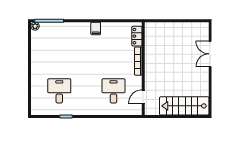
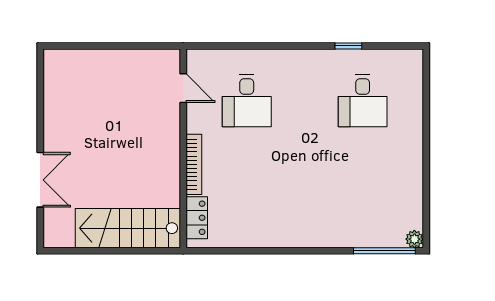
filing cabinet: (96, 28) -> (285, 234), removed
door: (143, 97) -> (183, 88), hinge flipped
stairs: (184, 106) -> (128, 228), moved, turned 180

